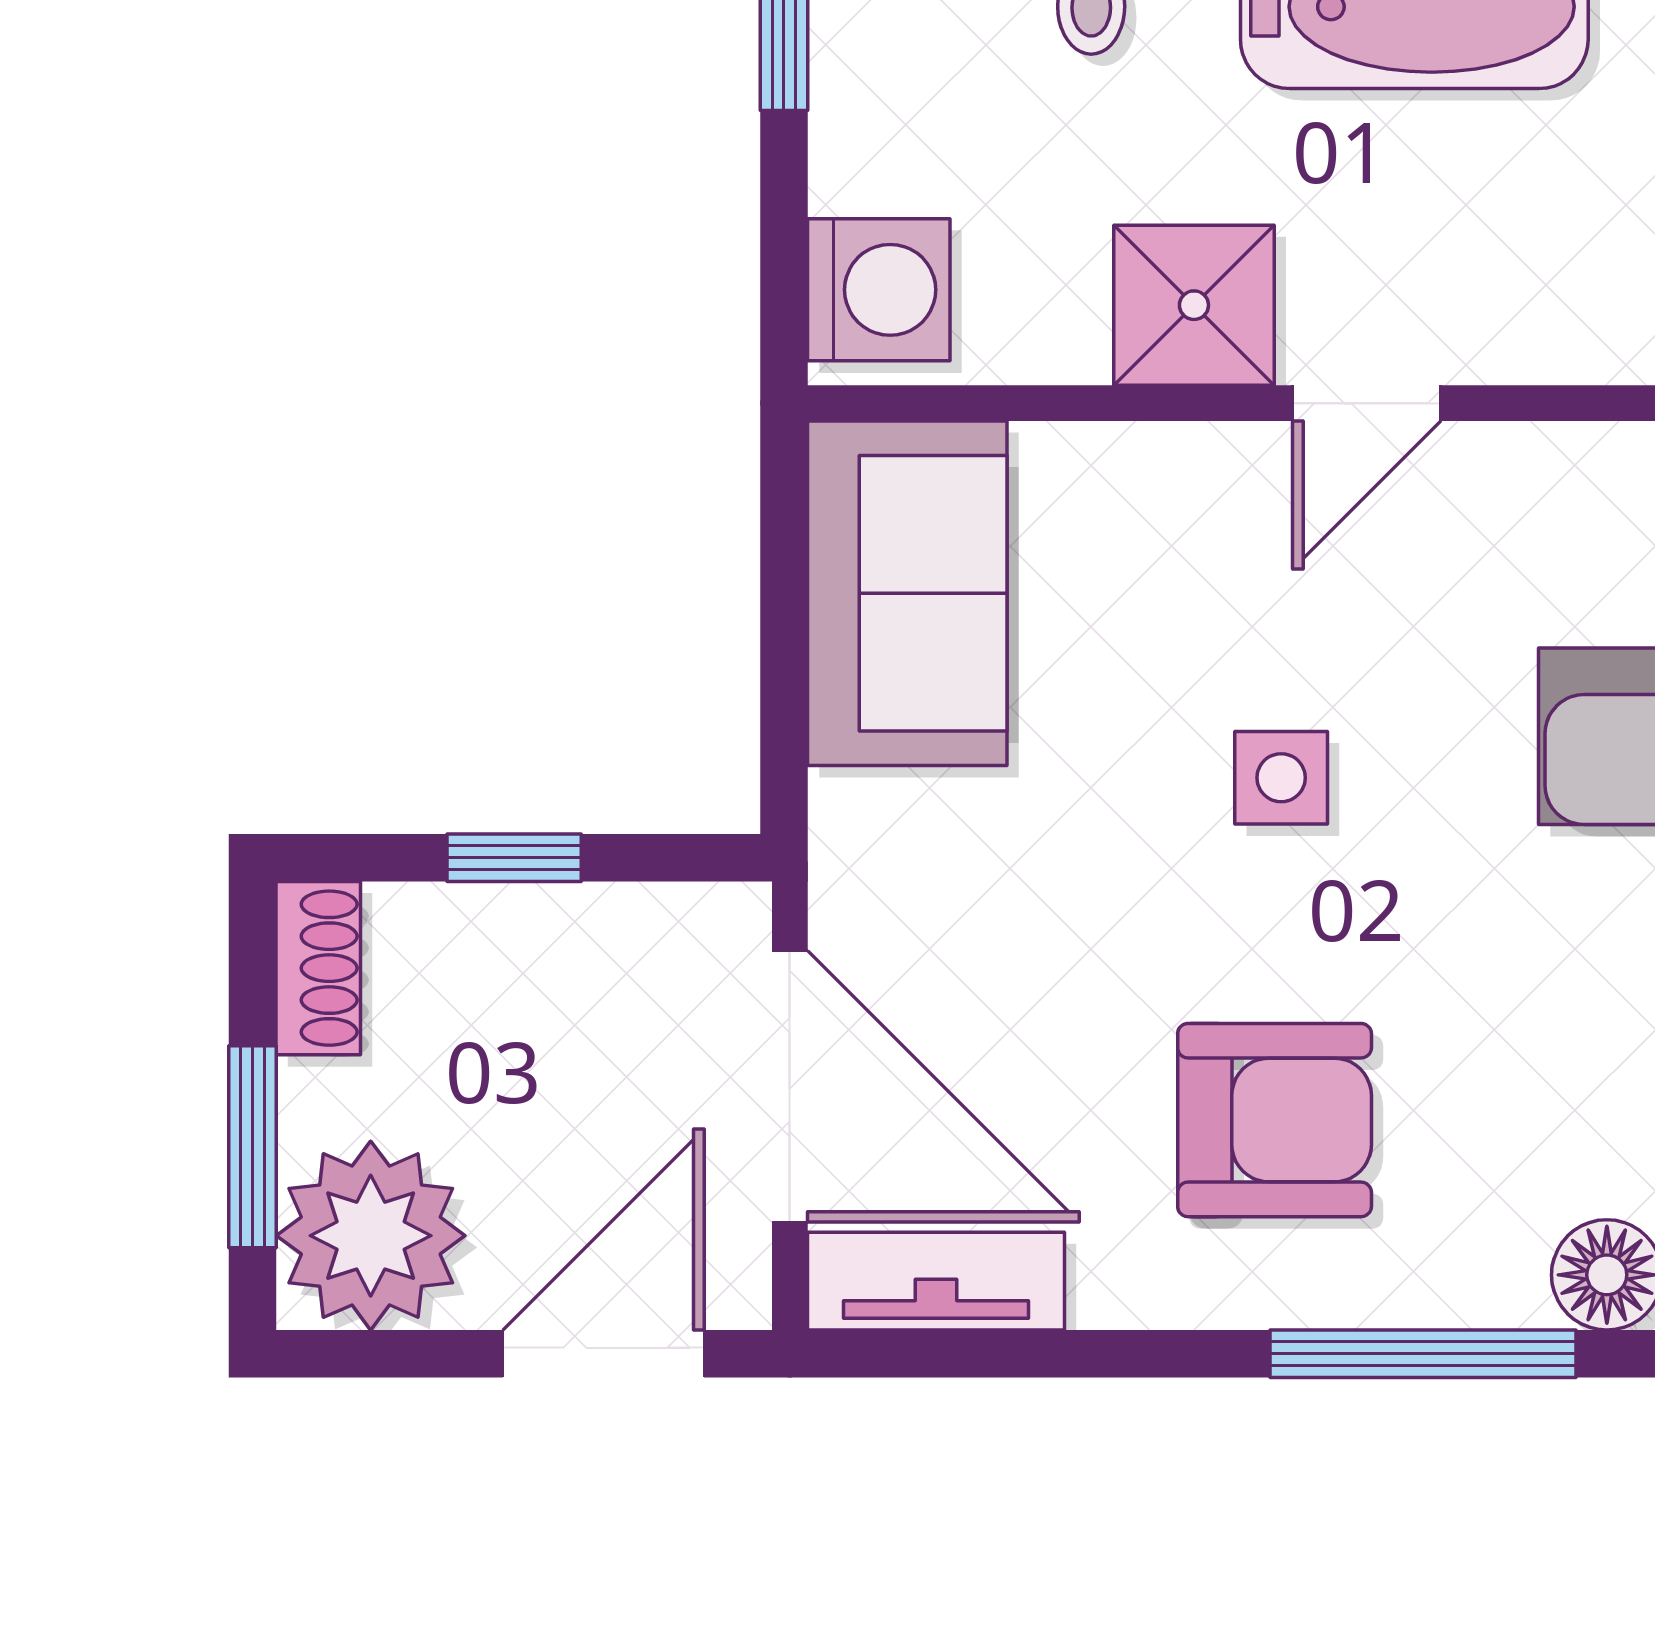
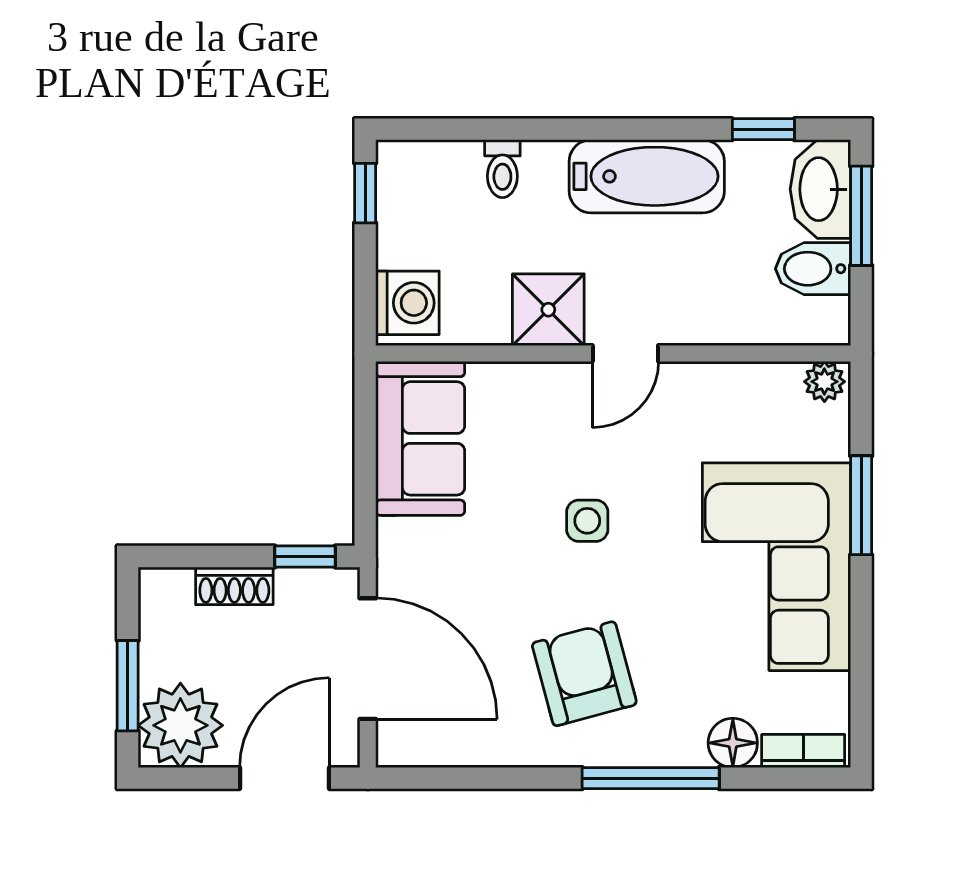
window: (514, 858) -> (305, 557), moved
shoe rack: (318, 968) -> (234, 586), moved, turned 90
armchair: (1275, 1120) -> (584, 674), turned -105
tv unit: (936, 1281) -> (433, 746), removed

